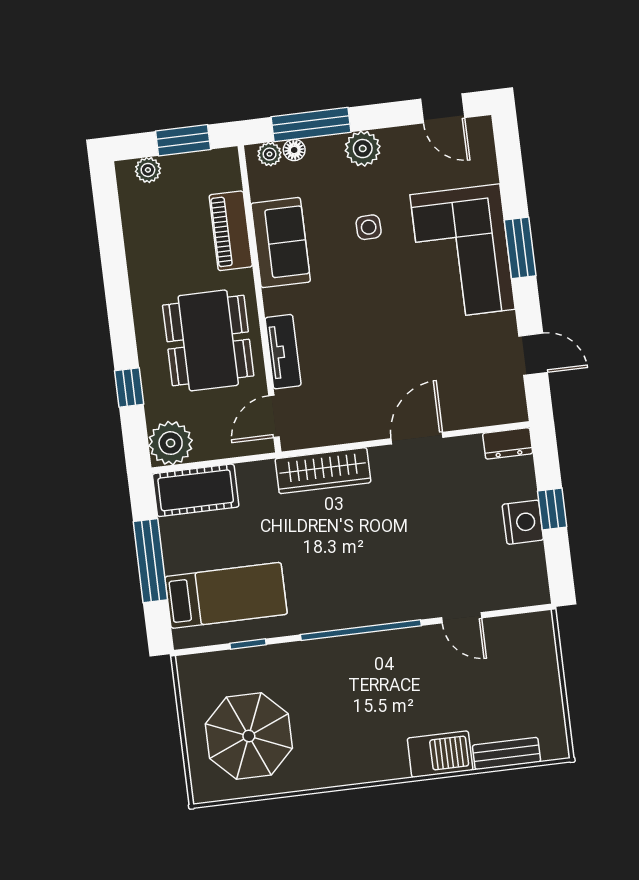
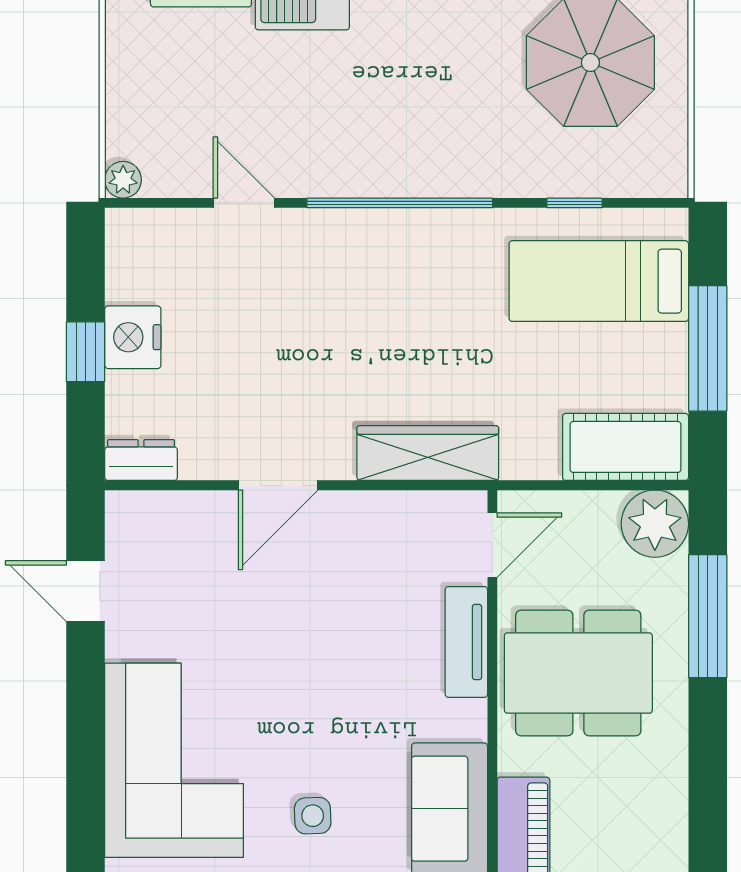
window: (520, 248) -> (86, 756), removed
dining table: (208, 340) -> (578, 673), turned 90
window: (129, 387) -> (708, 616), width x2.17
plant: (542, 623) -> (123, 180), added

